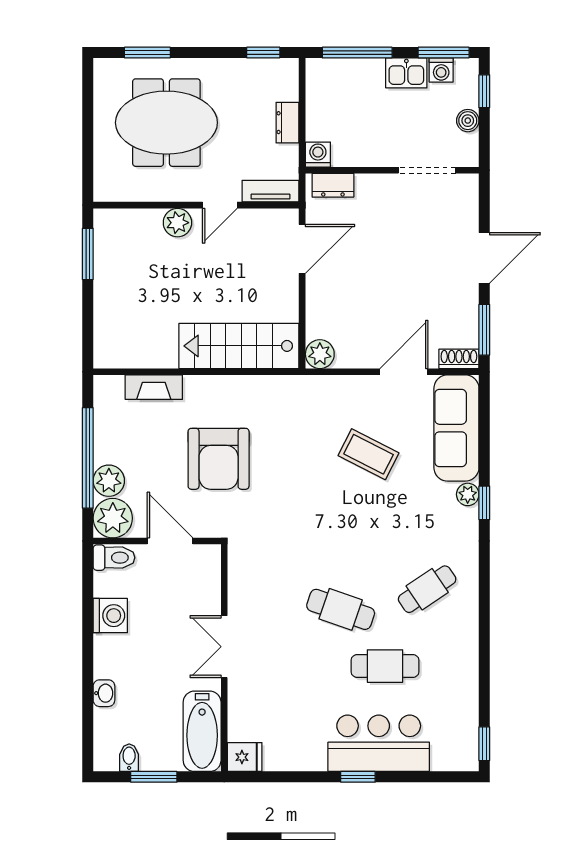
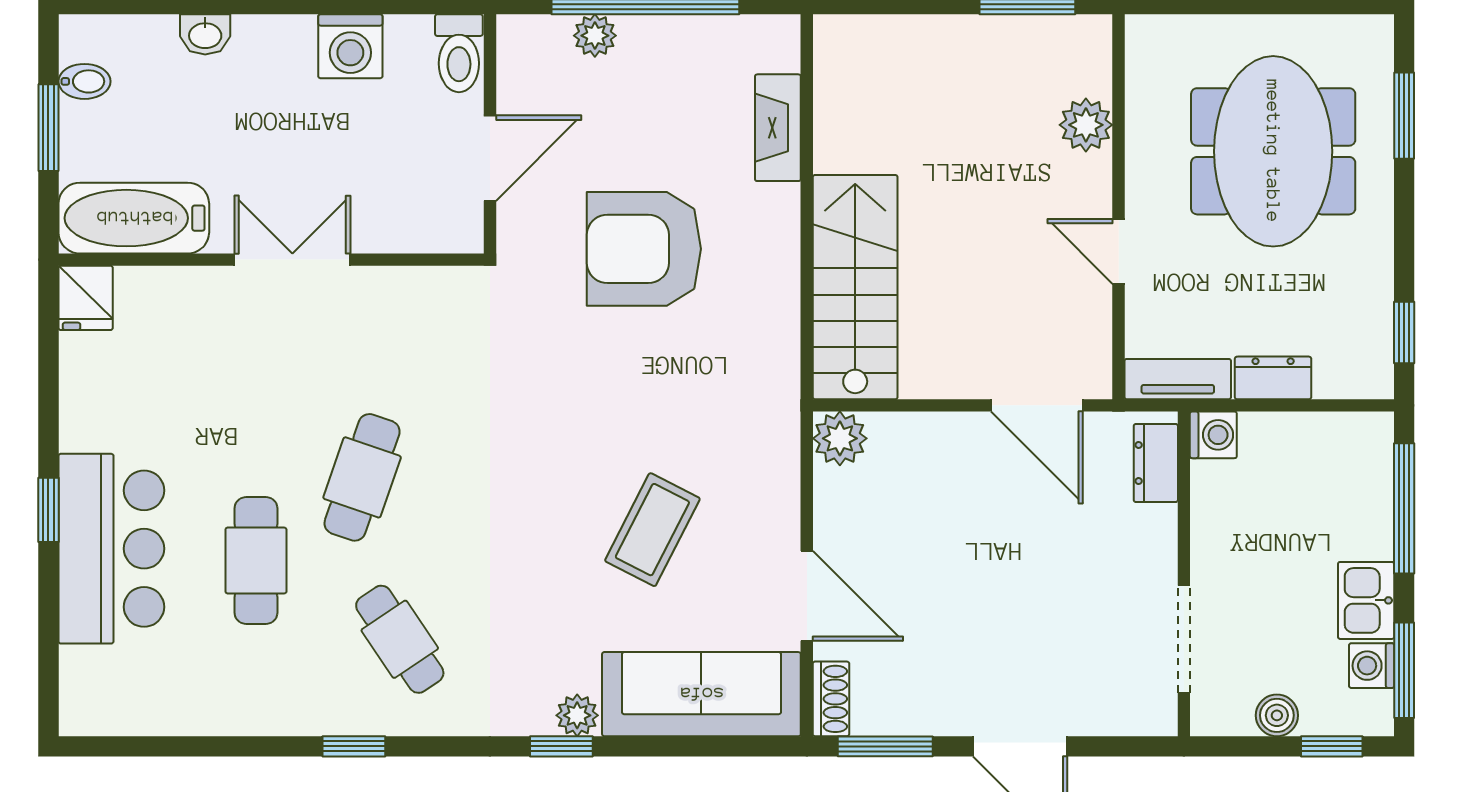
tv unit: (271, 191) -> (1178, 379), moved, turned -90
plant: (177, 223) -> (1086, 125), moved
plant: (109, 481) -> (595, 36), width x0.73, depth x0.73
plant: (113, 518) -> (533, 51), removed
window: (484, 744) -> (354, 746), moved

